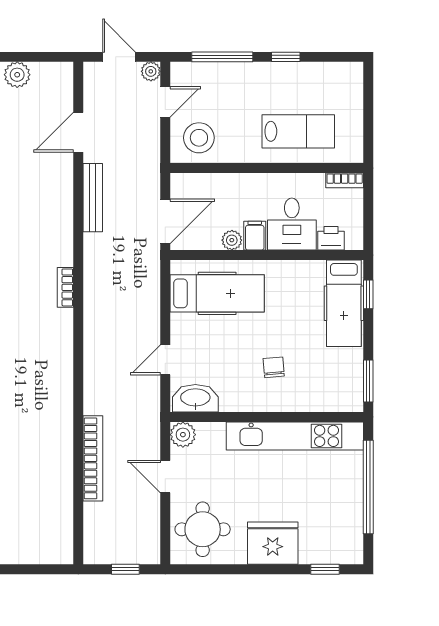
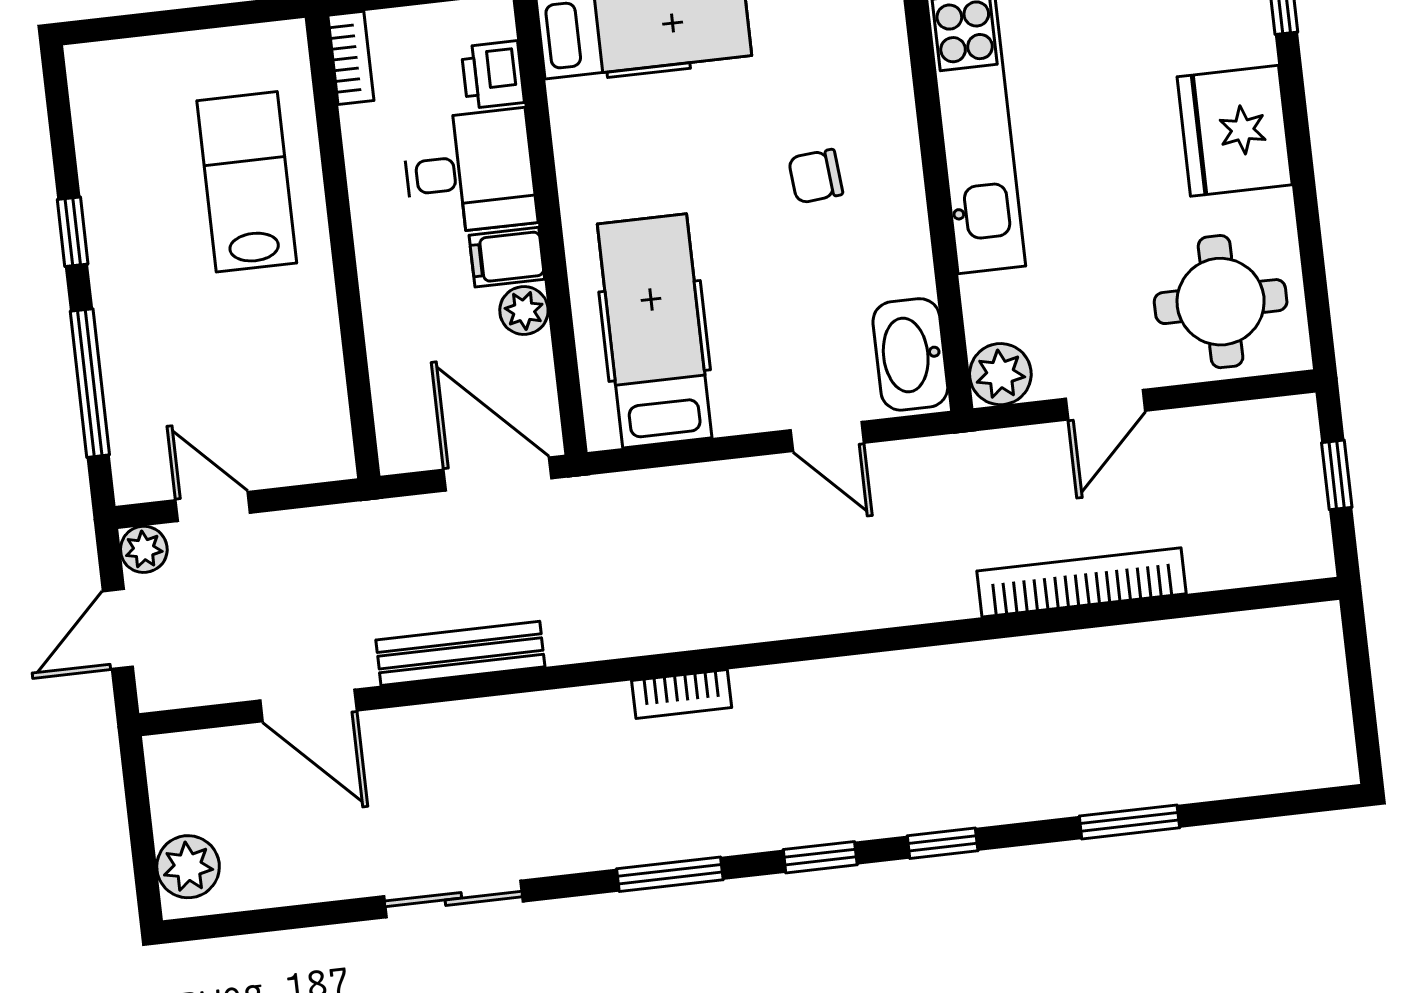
stool: (199, 138) -> (289, 417), removed

